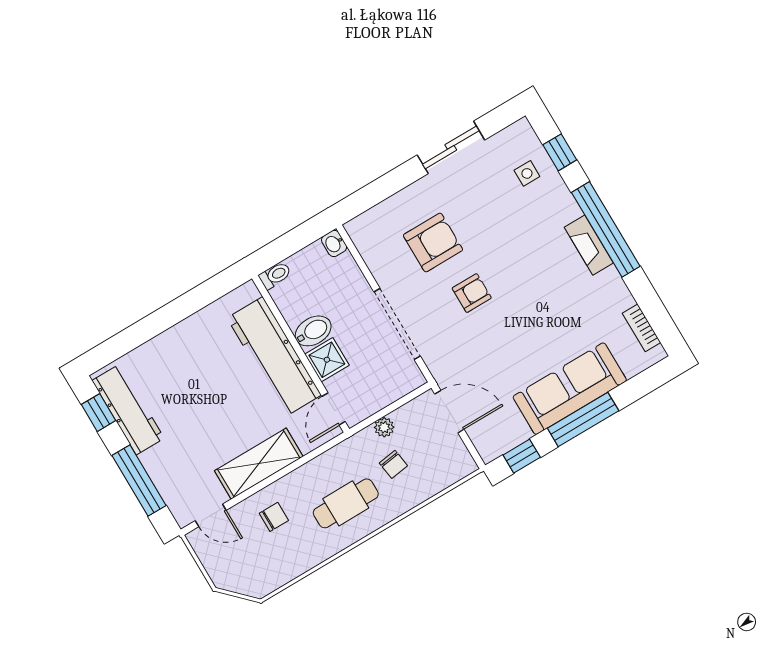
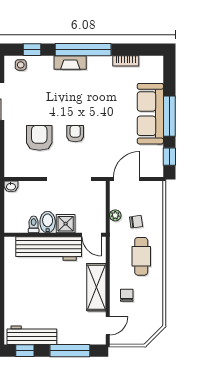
side table: (527, 173) -> (21, 65), moved
fireplace: (589, 245) -> (70, 63), moved
toilet: (275, 275) -> (34, 224), moved
bookcase: (642, 328) -> (126, 61), moved

